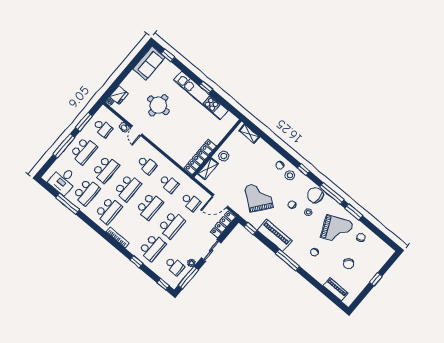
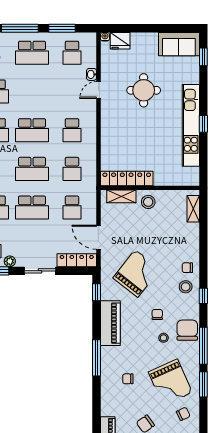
school desk: (106, 169) -> (32, 91), removed

